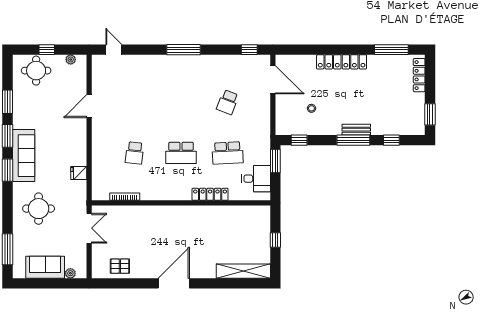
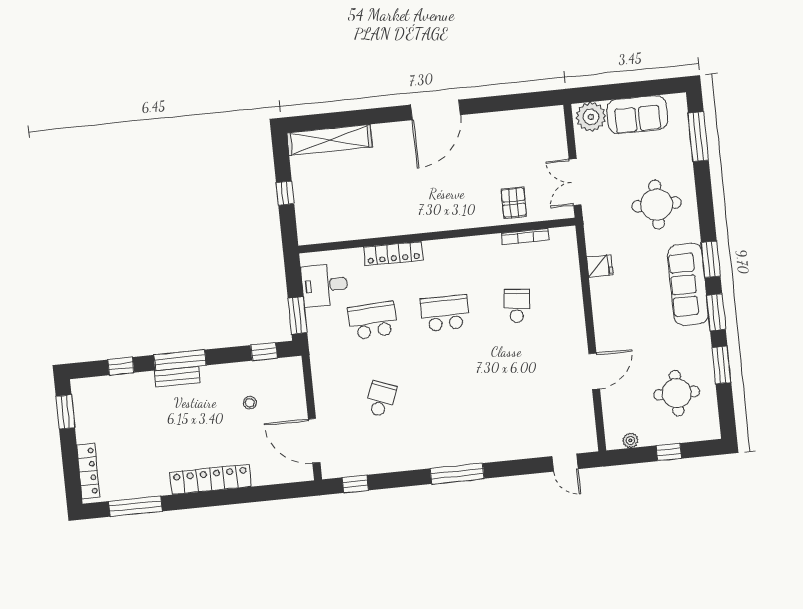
round table: (36, 71) -> (677, 393), moved
pallet: (120, 266) -> (514, 203), moved, turned 90
plant: (70, 273) -> (591, 117), width x1.88, depth x1.88

